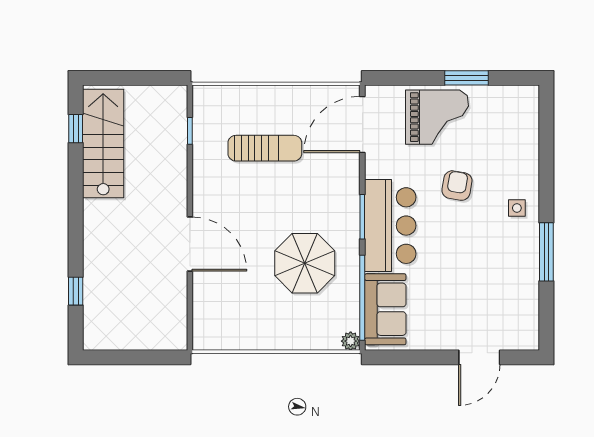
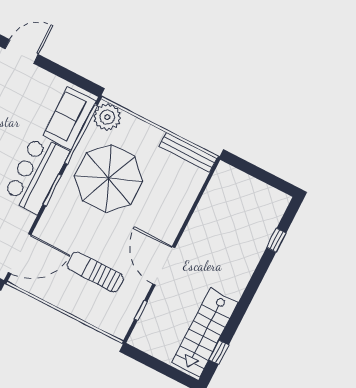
door: (190, 244) -> (164, 266), moved
parasol: (305, 263) -> (108, 178), width x1.36, depth x1.36
bench: (229, 340) -> (188, 152), added
plant: (351, 341) -> (107, 117), width x1.87, depth x1.87

